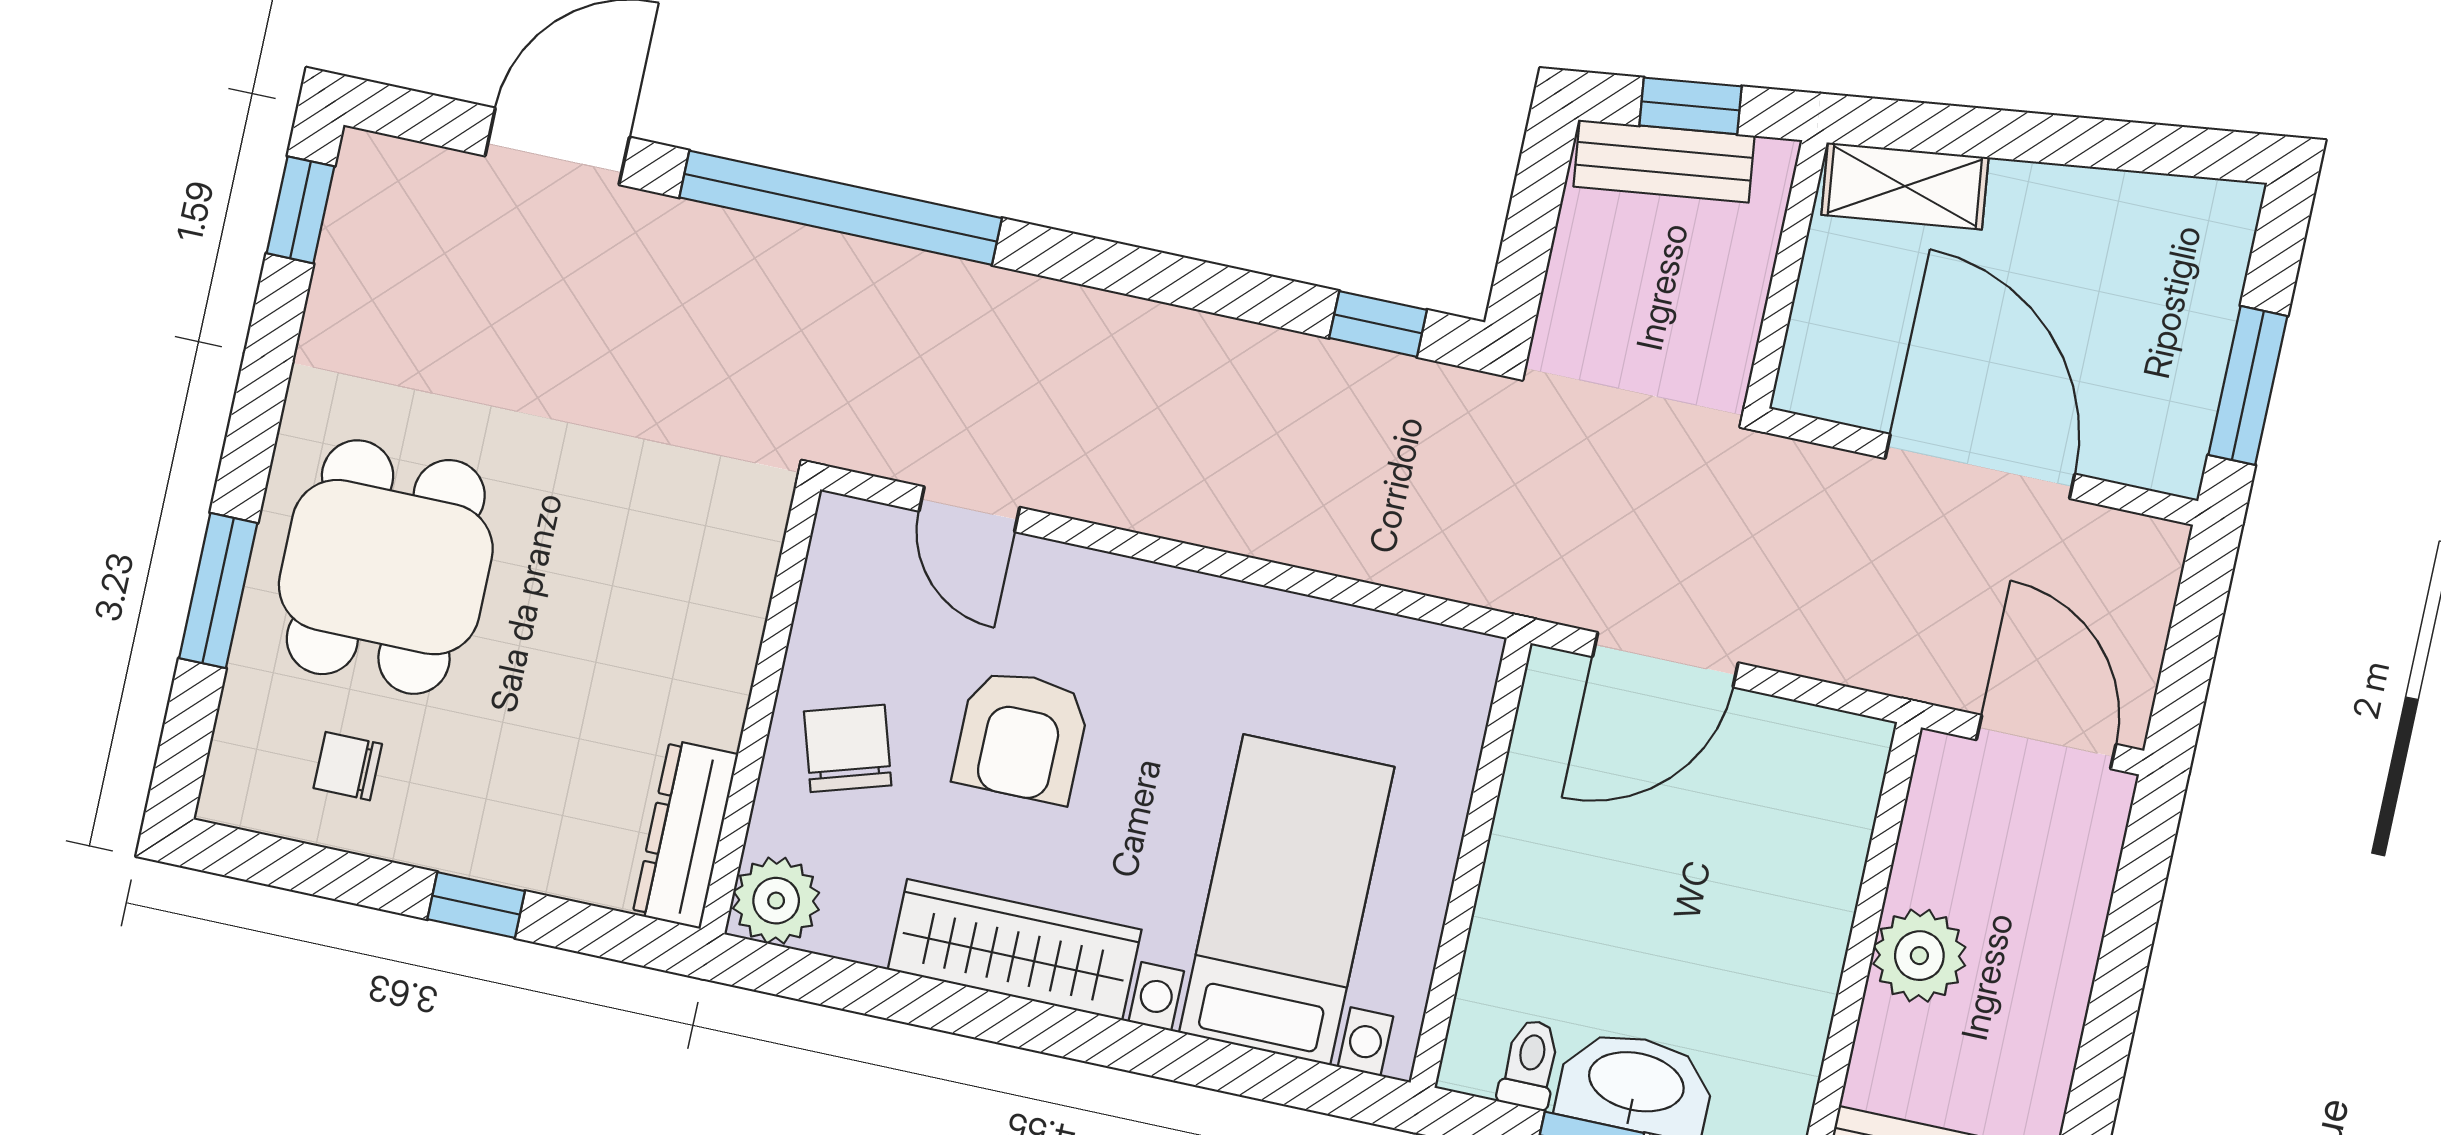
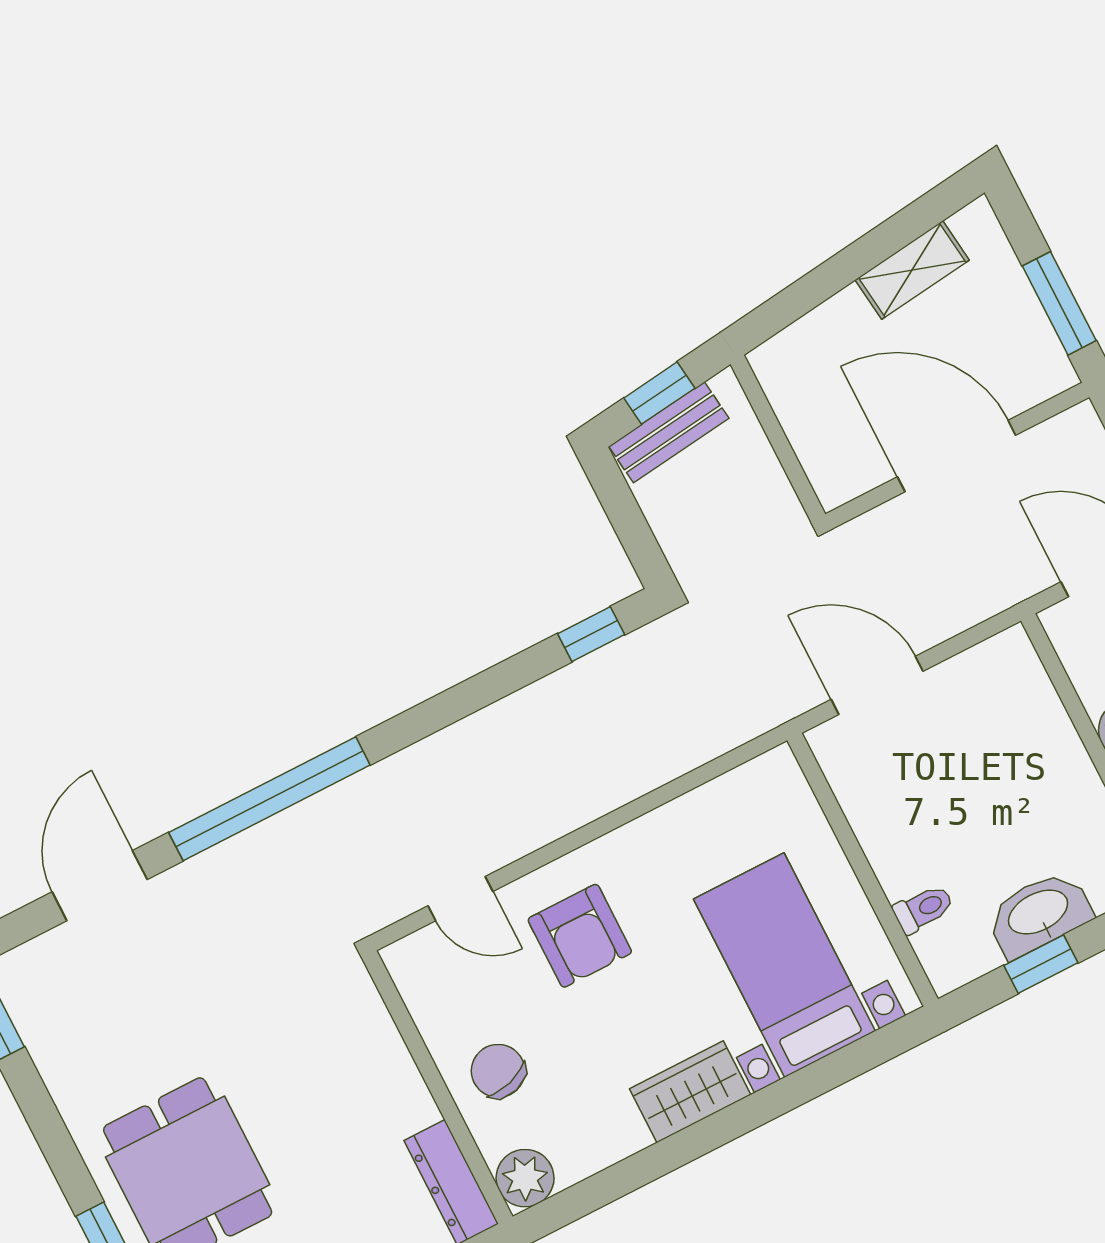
shelving: (1905, 186) -> (912, 270), moved
door: (1665, 660) -> (877, 685), swing flipped
armchair: (1022, 736) -> (580, 936), moved
wardrobe: (1015, 950) -> (690, 1092), width x0.67
toilet: (1530, 1064) -> (923, 909), moved, turned 90

